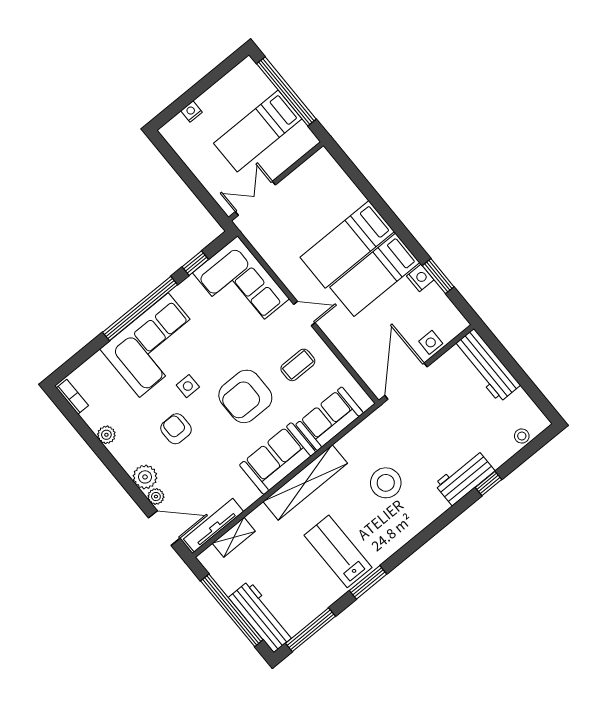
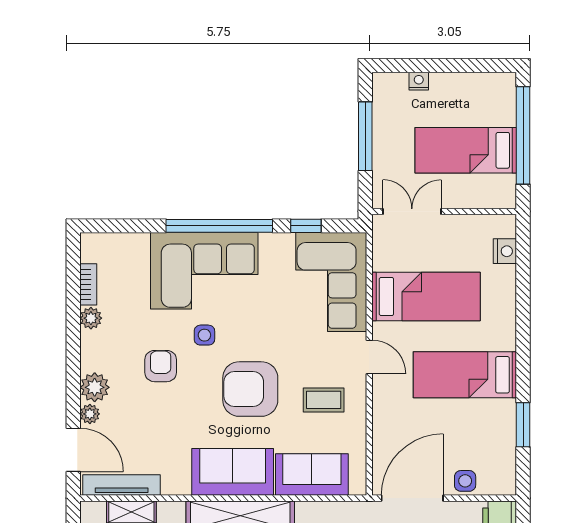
window: (186, 175) -> (365, 136), added
bed: (347, 244) -> (426, 296), moved, turned 180
nightstand: (420, 278) -> (505, 251), moved
bookcase: (72, 397) -> (88, 284), moved

